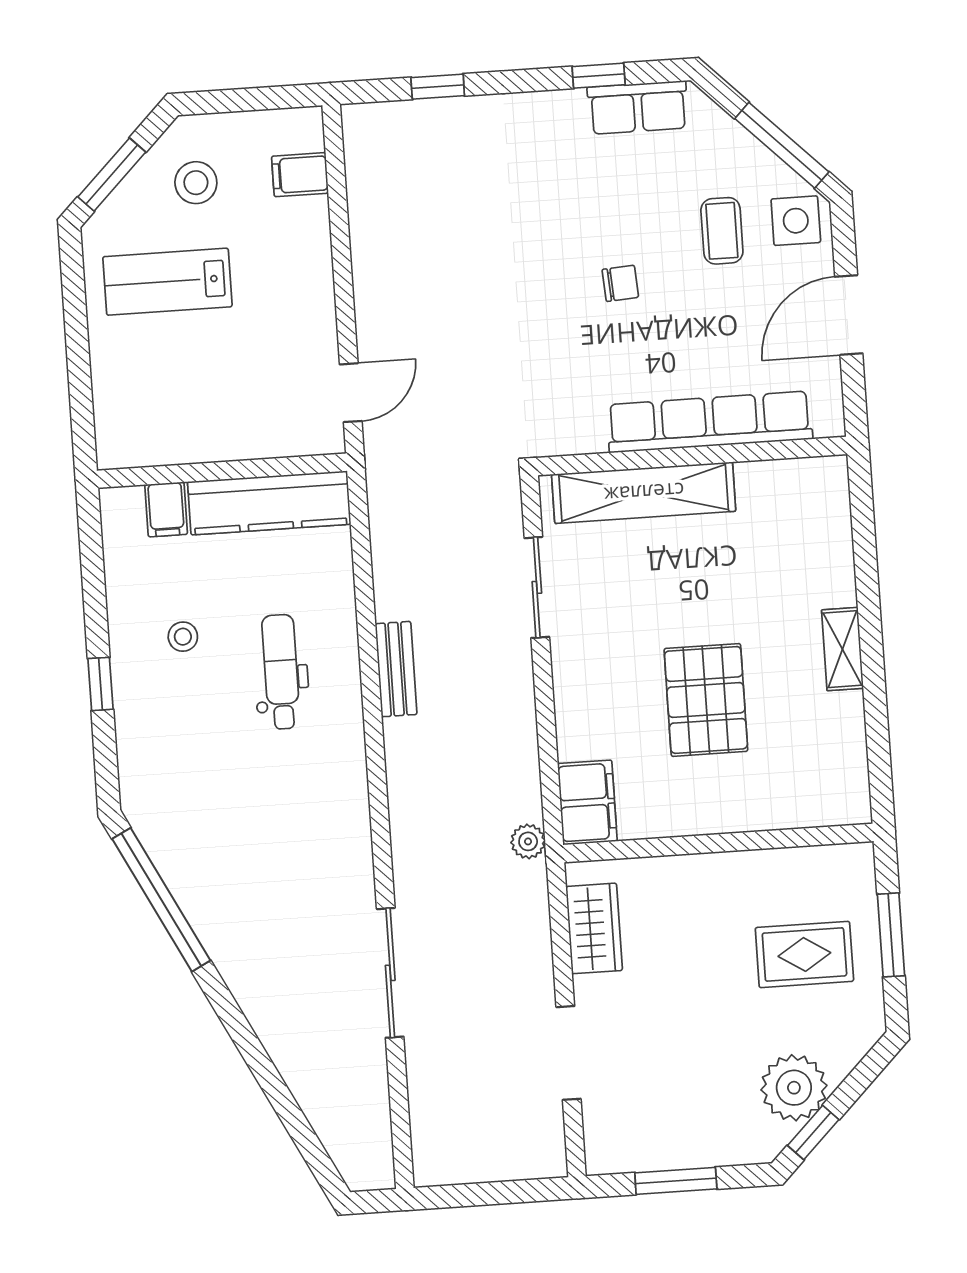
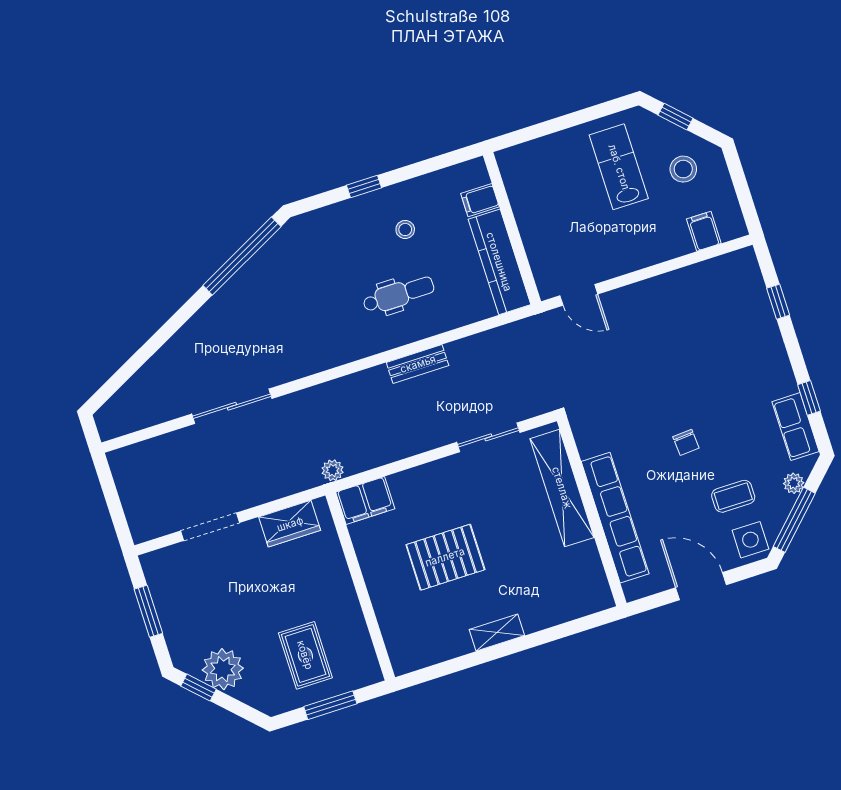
plant: (725, 132) -> (794, 483), added
window: (112, 175) -> (676, 117), width x0.67

